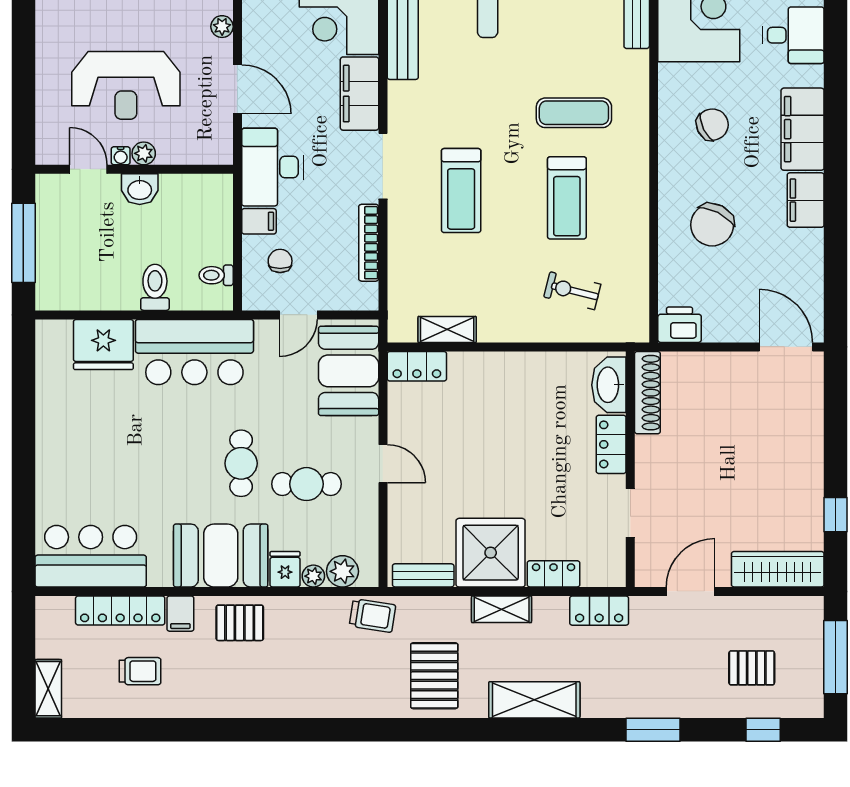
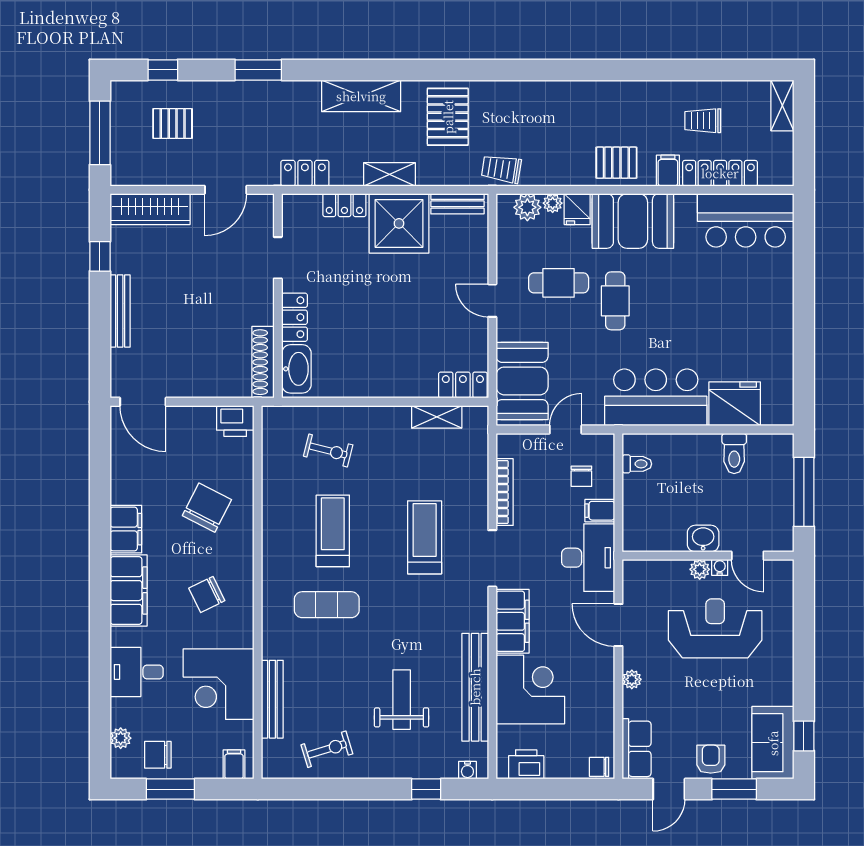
toilet: (155, 287) -> (734, 453), moved
bench: (812, 452) -> (120, 311), added

